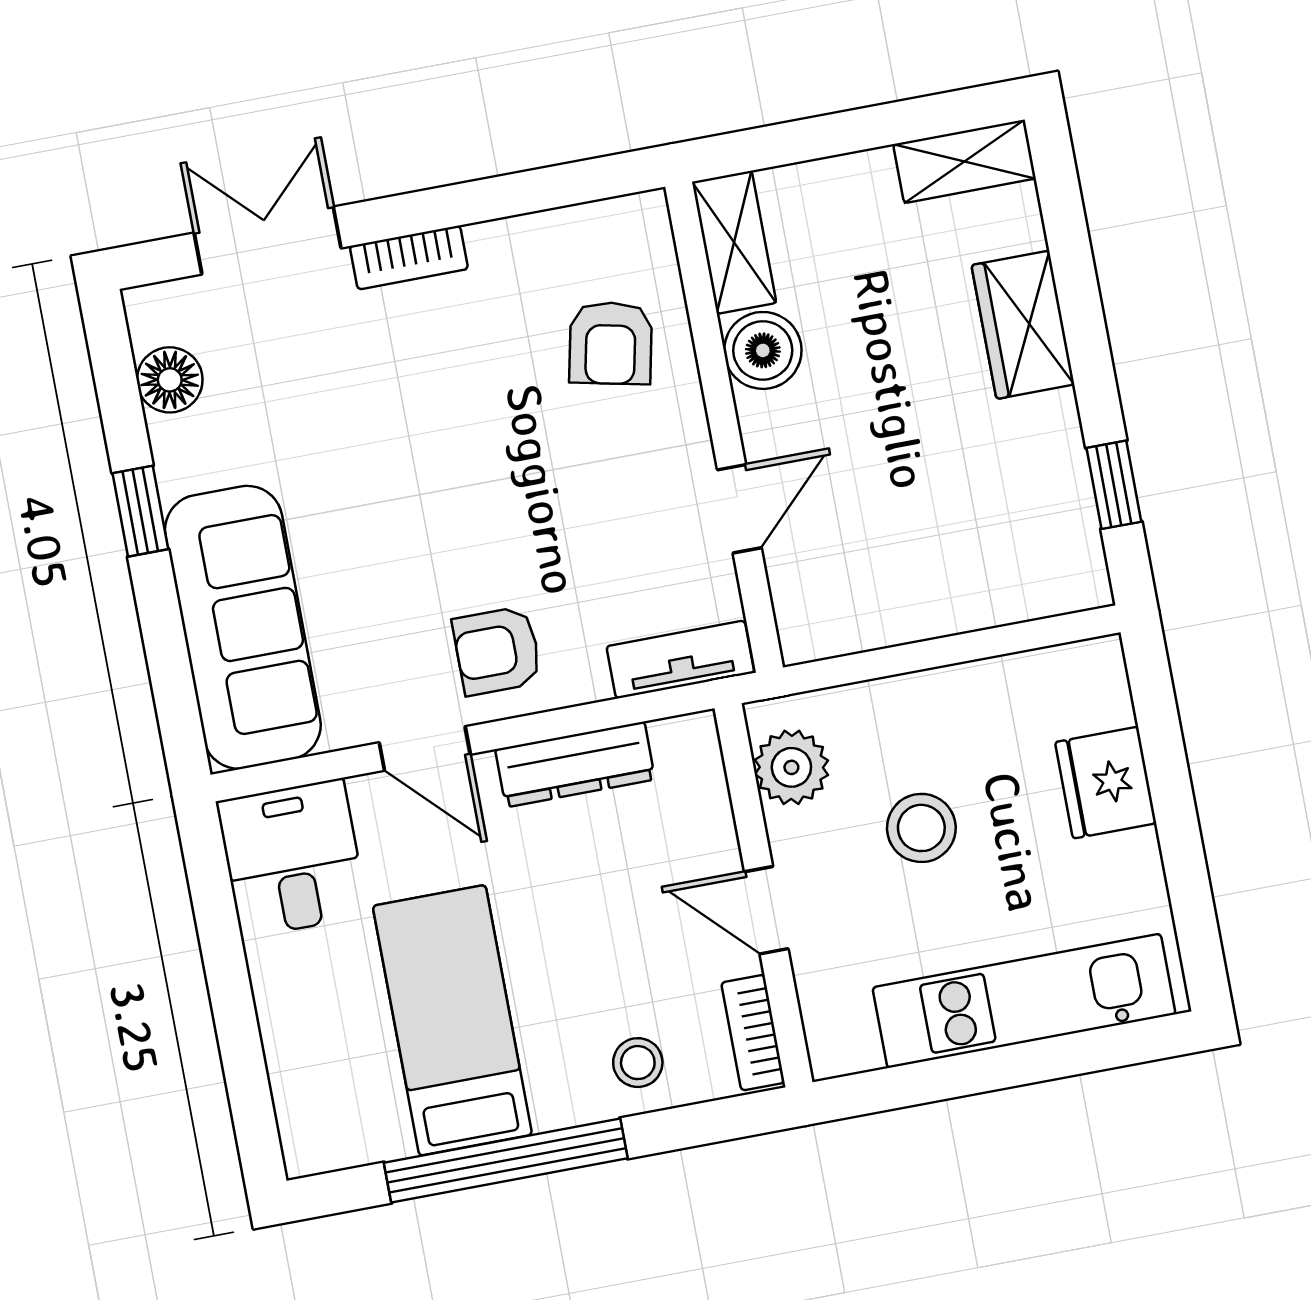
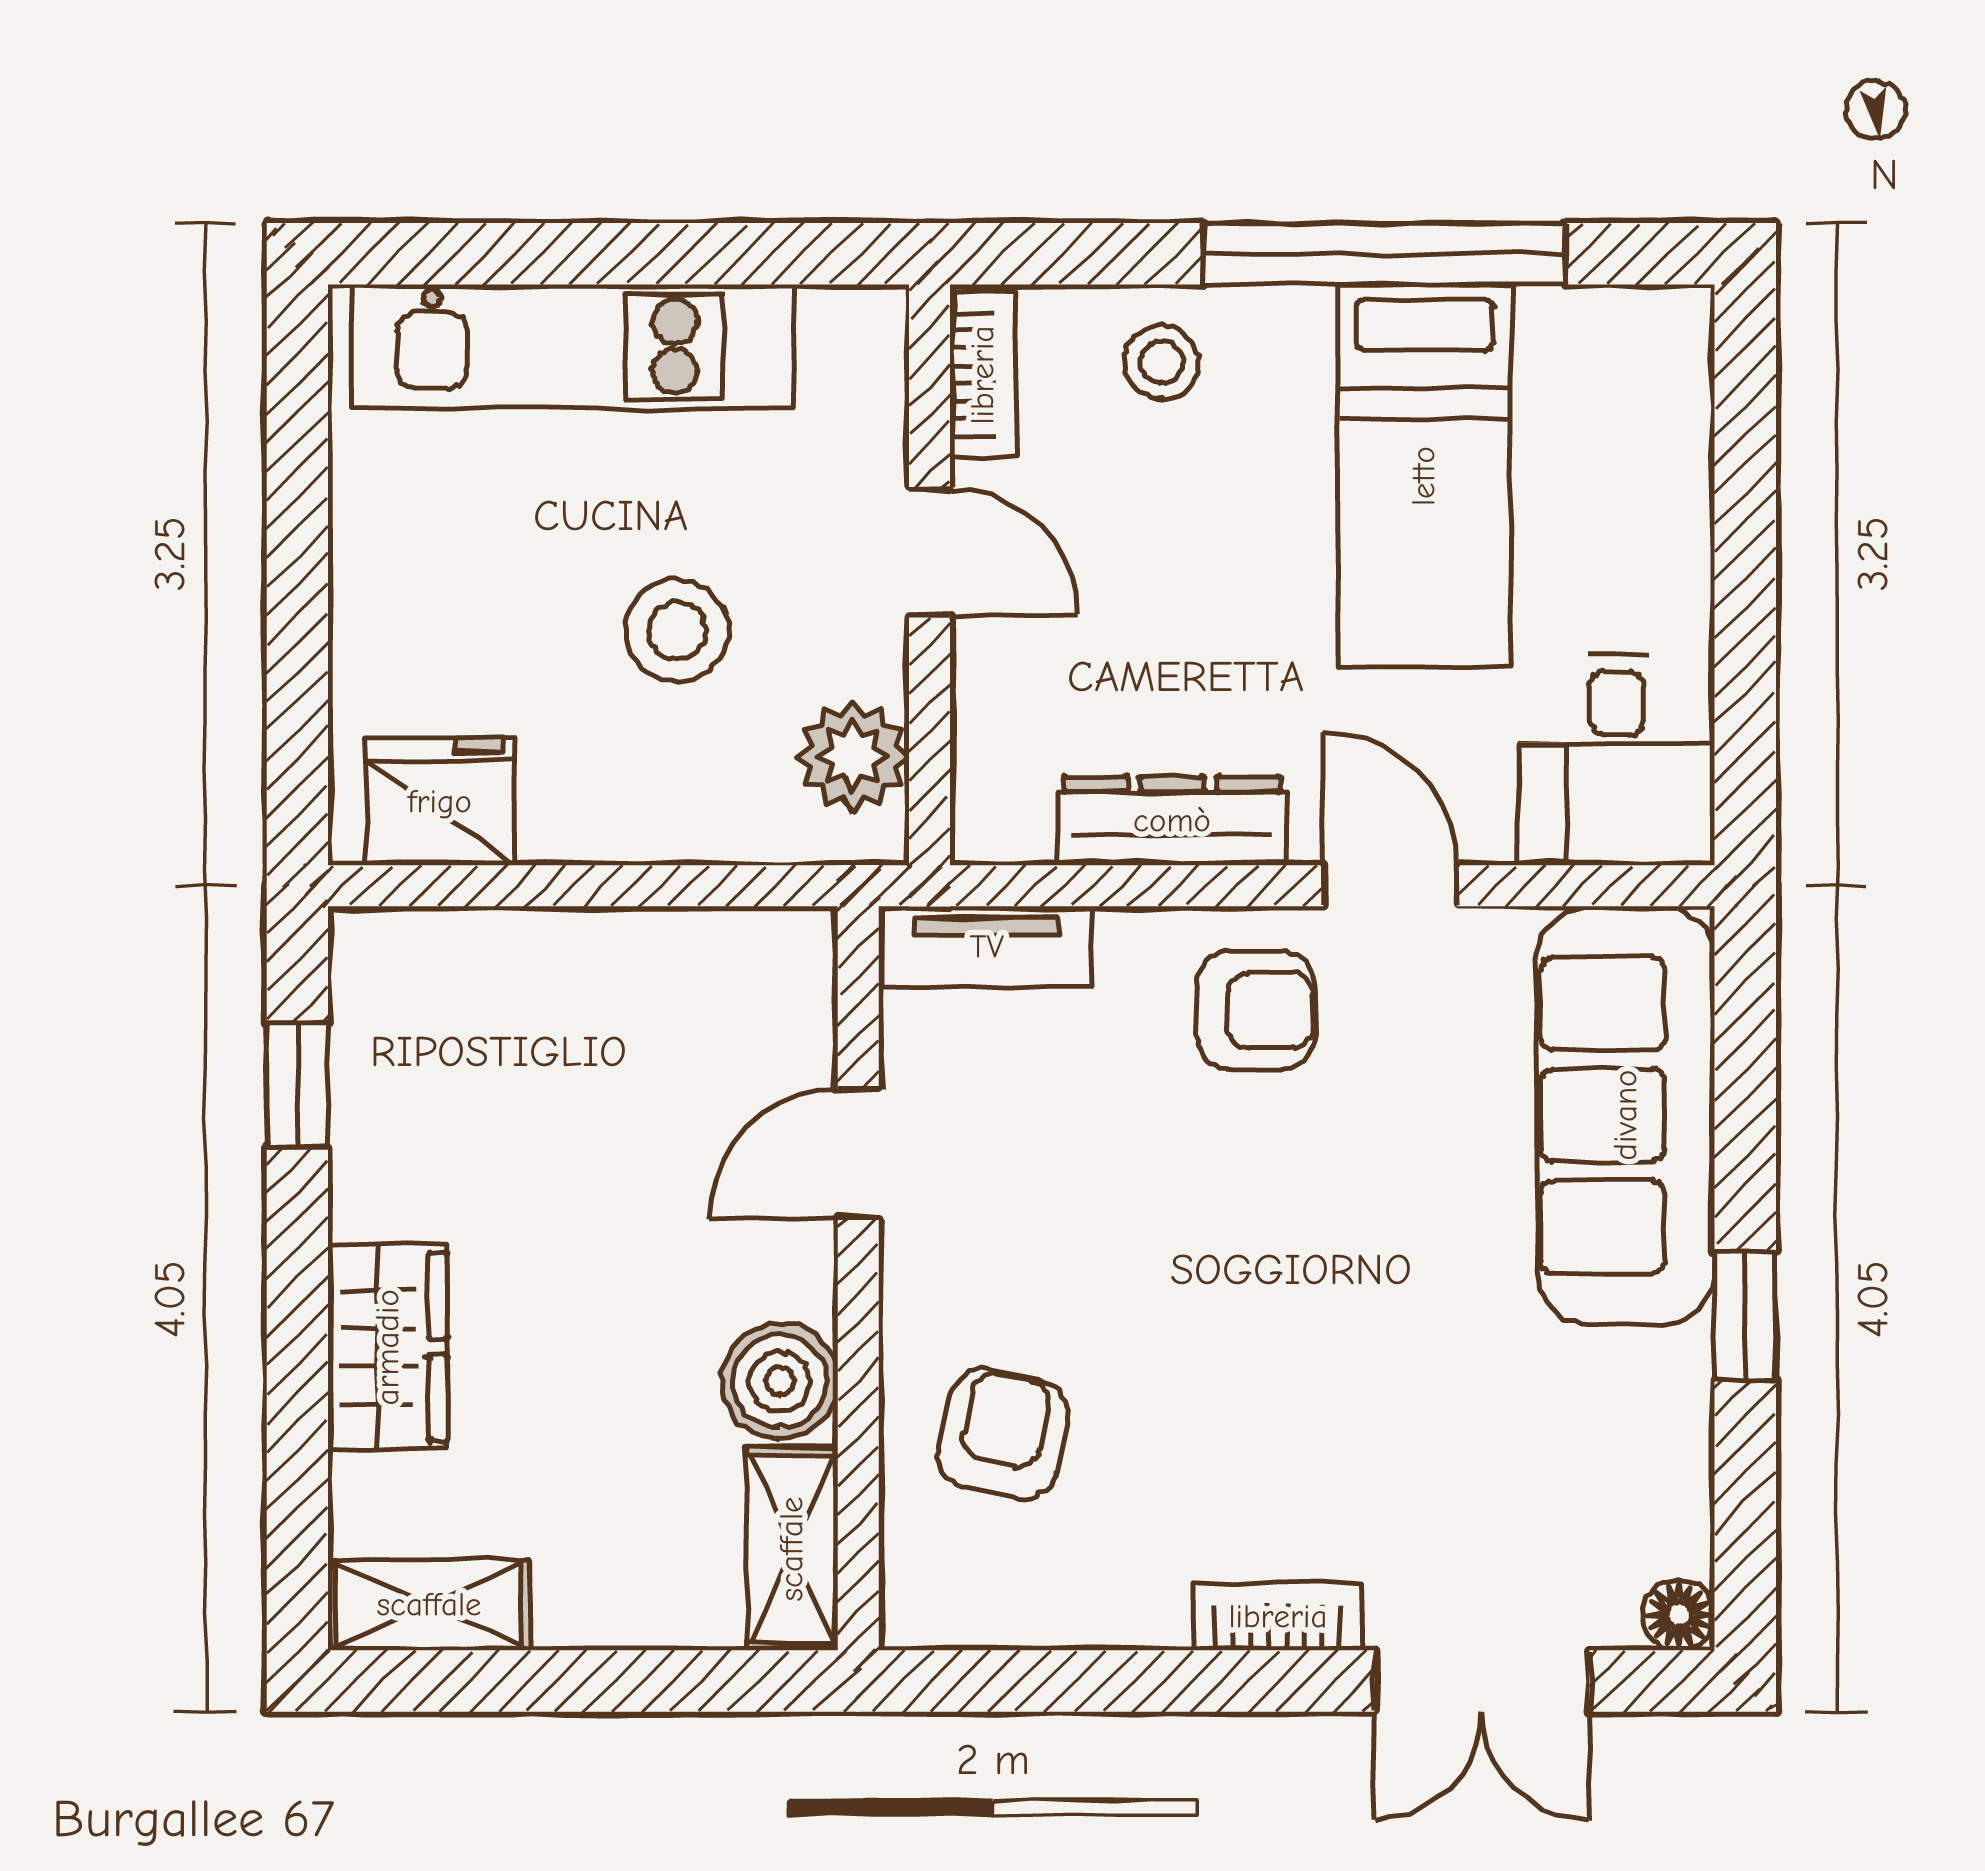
floor lamp: (170, 380) -> (1679, 1615), moved, width x0.73, depth x0.73
fridge: (1106, 783) -> (440, 802), moved, turned -90

